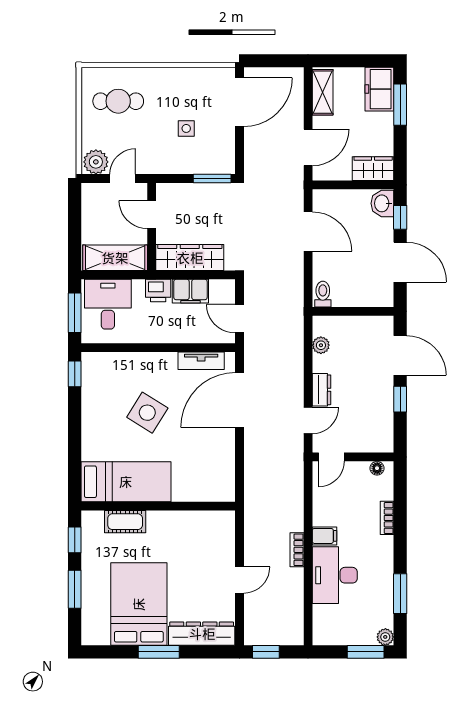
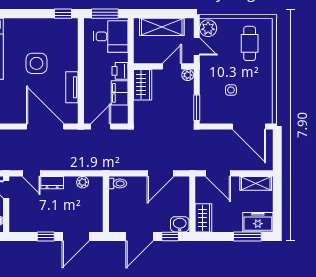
plant: (164, 192) -> (188, 75), added
shelving: (115, 258) -> (162, 27), moved, turned 90
wardrobe: (190, 258) -> (143, 85), width x0.67
tv unit: (201, 361) -> (72, 87), moved
side table: (147, 413) -> (36, 63), turned -32

